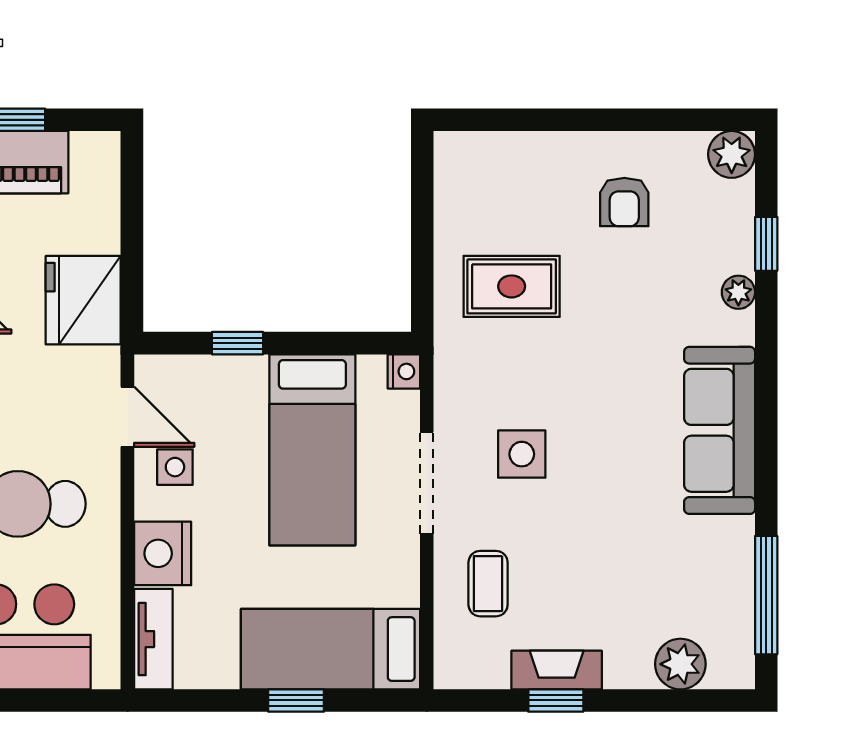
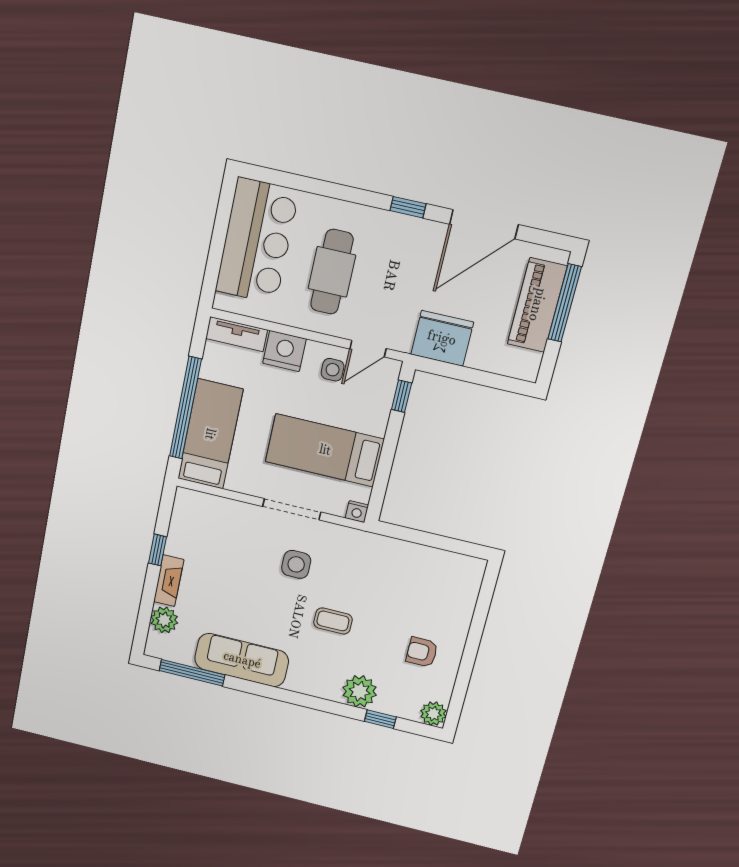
rug: (512, 286) -> (390, 581), removed
plant: (738, 292) -> (360, 691), width x1.87, depth x1.87
window: (238, 343) -> (402, 396), moved
sofa: (720, 430) -> (242, 660), moved
coffee table: (488, 584) -> (333, 621), moved
fireplace: (557, 670) -> (169, 581), moved
window: (296, 700) -> (185, 408), width x3.17

